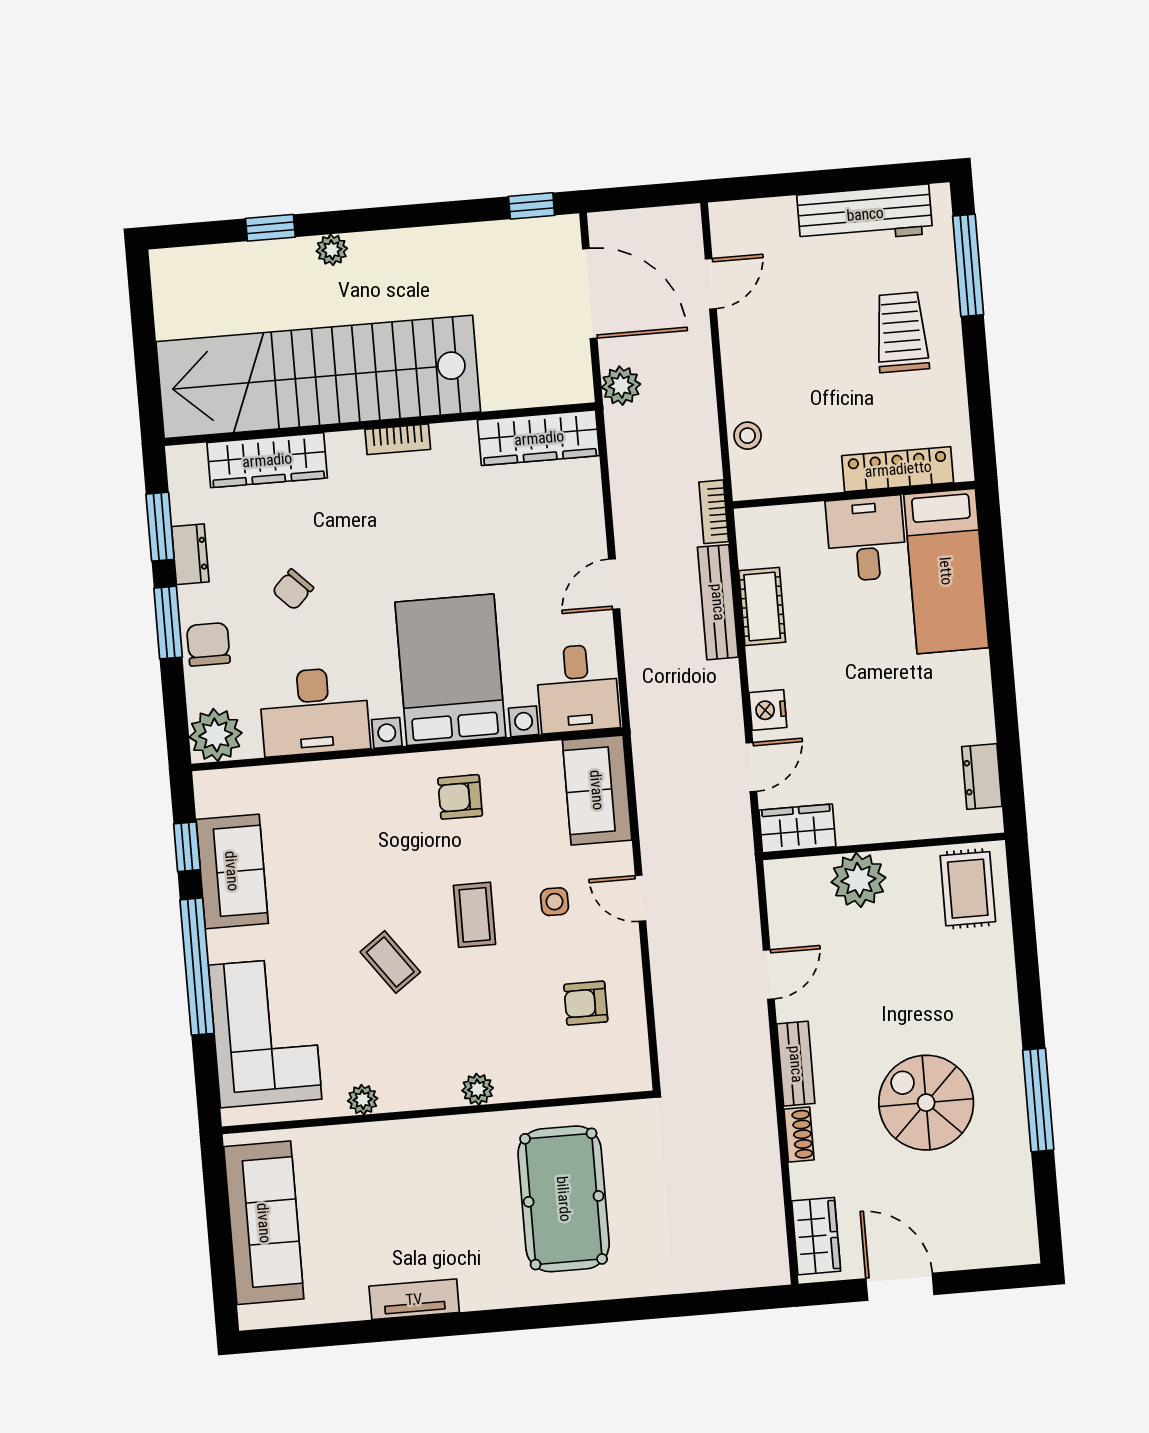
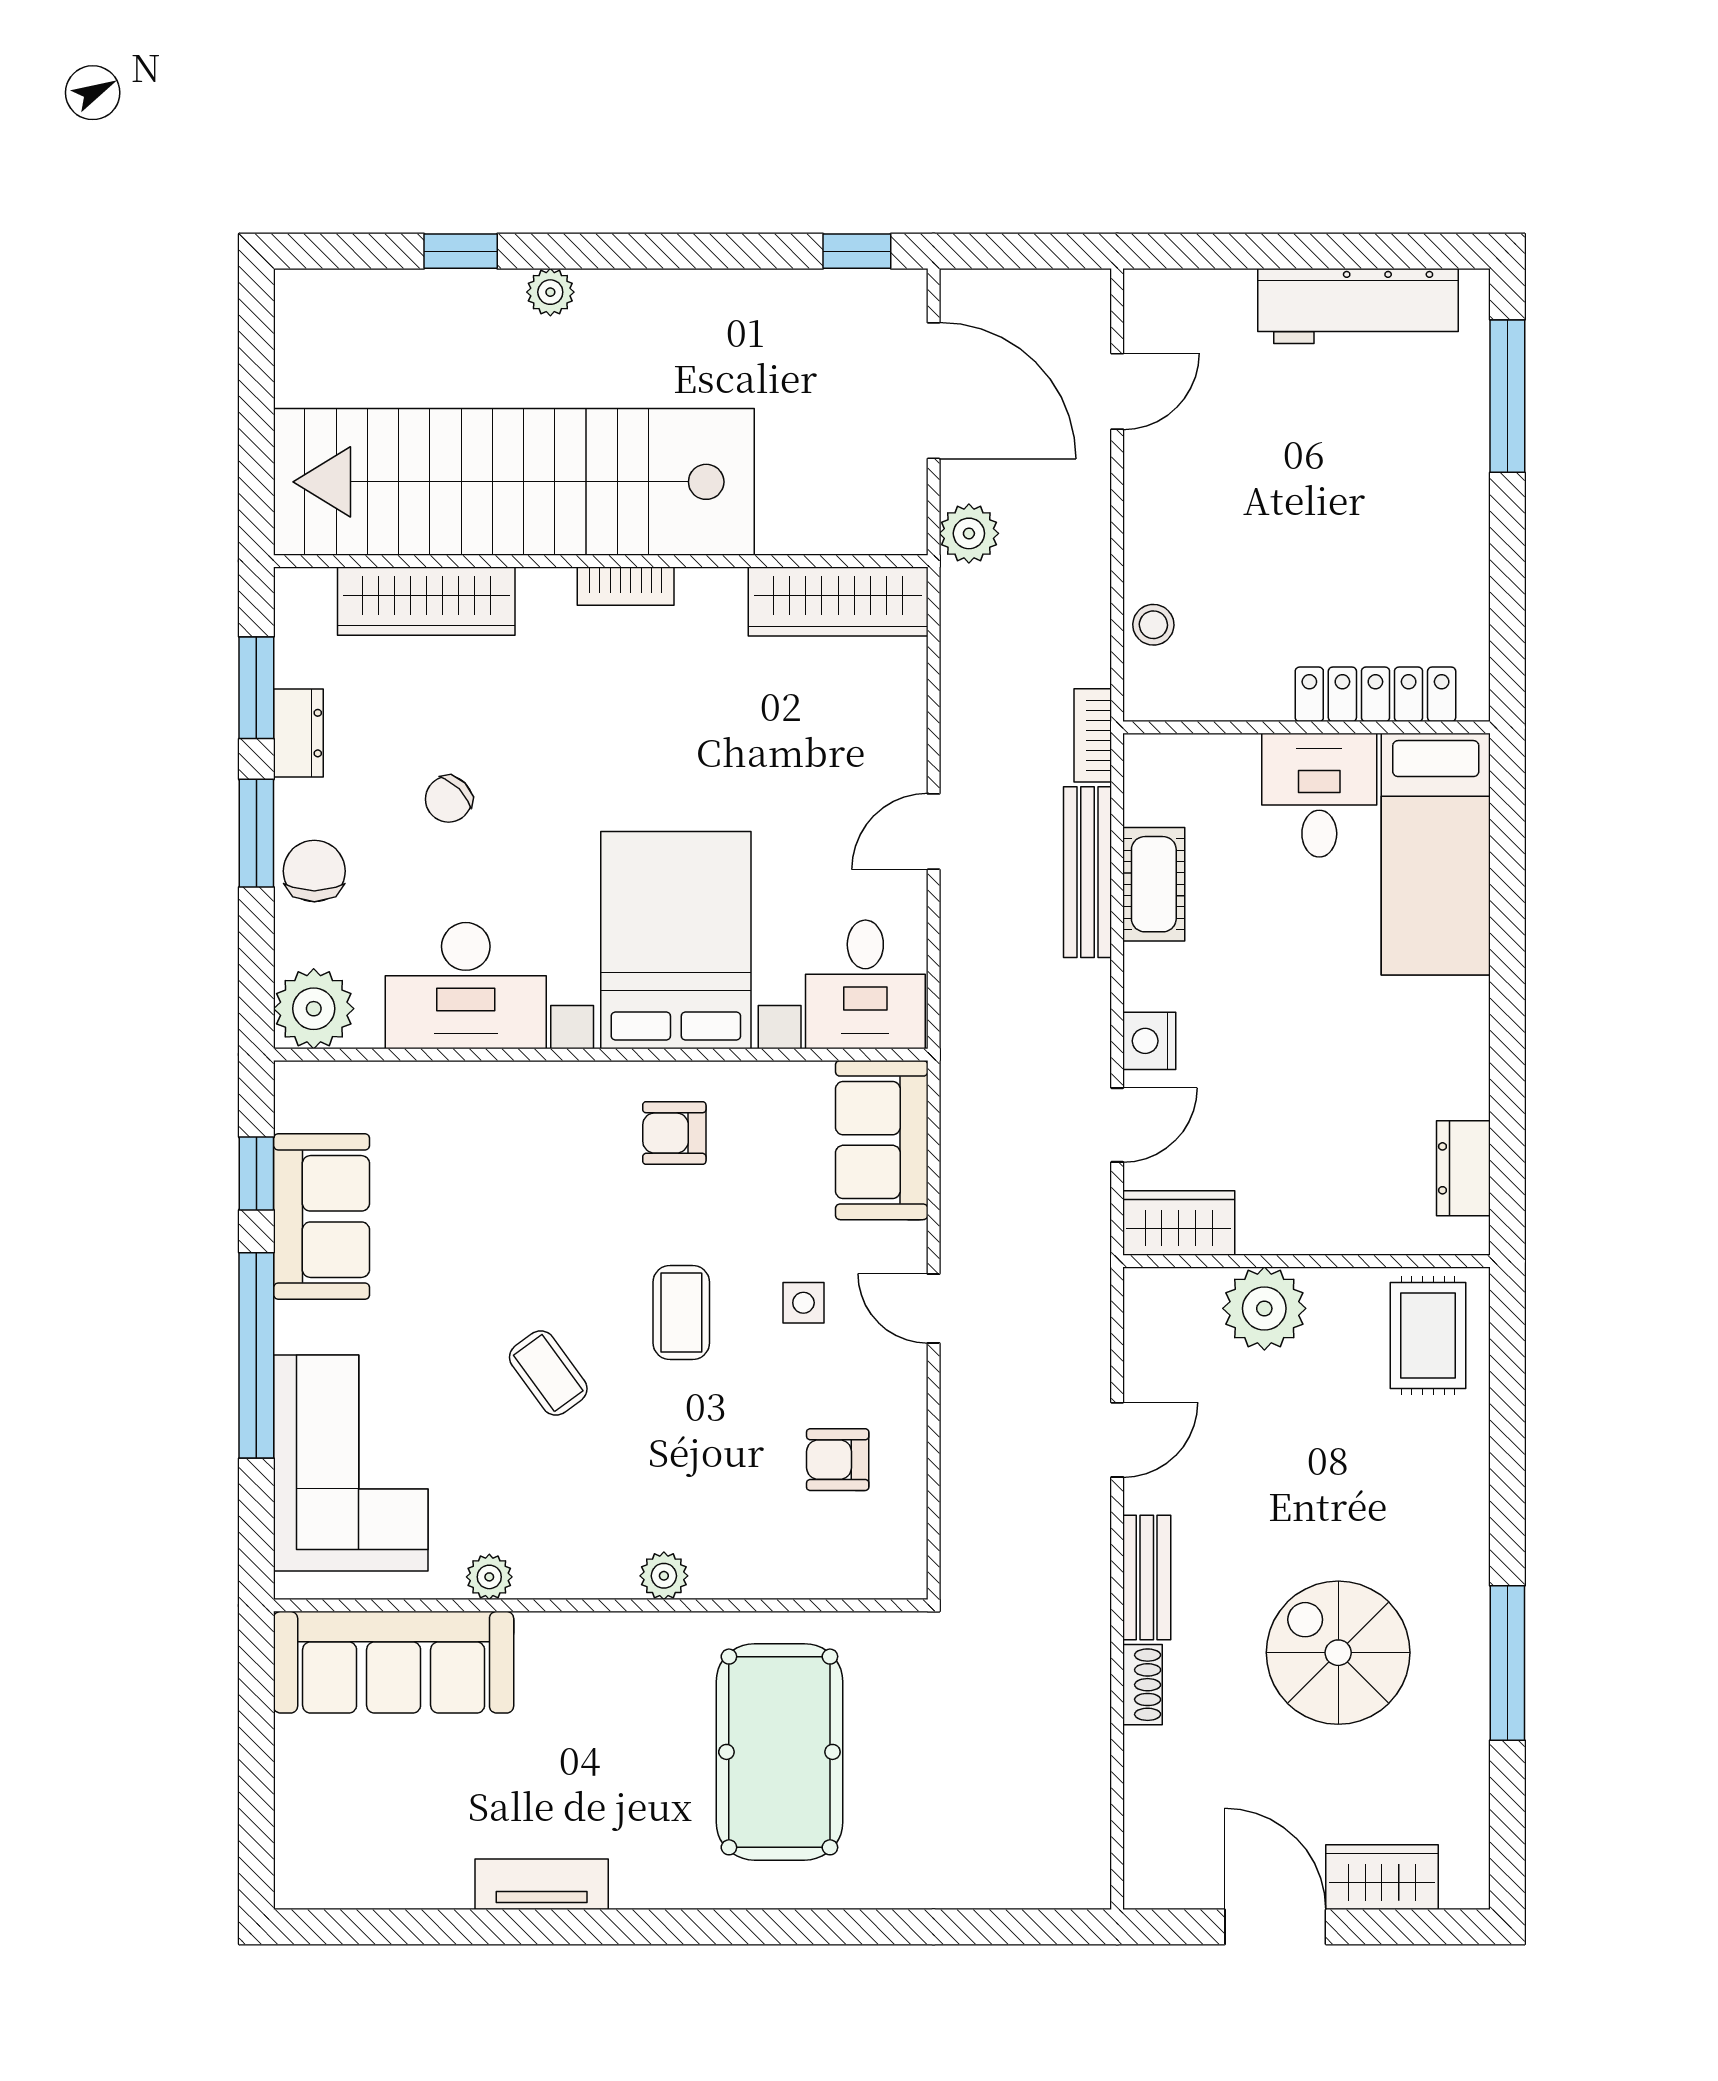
trolley: (901, 332) -> (1398, 489), removed
sofa: (264, 1223) -> (394, 1662), moved, turned 90
wardrobe: (816, 1236) -> (1382, 1877), moved, turned -90

